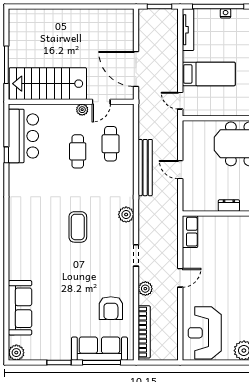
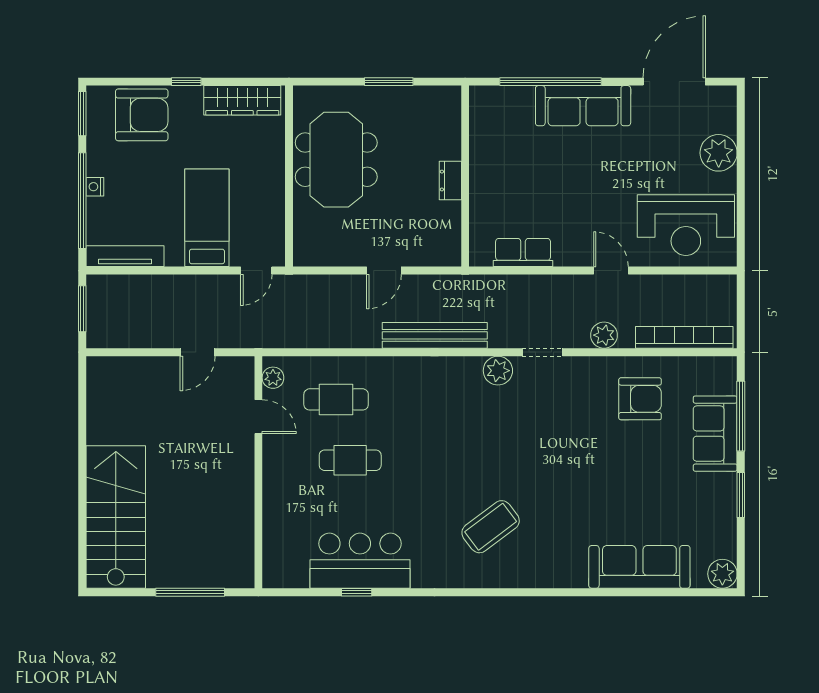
door: (136, 69) -> (198, 352), width x0.53
stairs: (48, 84) -> (116, 517), moved, turned 180
plant: (82, 110) -> (273, 378), moved
bar counter: (23, 136) -> (360, 561), moved
bench: (145, 168) -> (435, 335), moved
plant: (126, 215) -> (498, 371), moved
coffee table: (78, 227) -> (491, 527), moved, turned -37
row of seats: (190, 232) -> (523, 253), moved
door: (180, 278) -> (611, 271), moved
sofa: (99, 349) -> (715, 434), width x0.73

